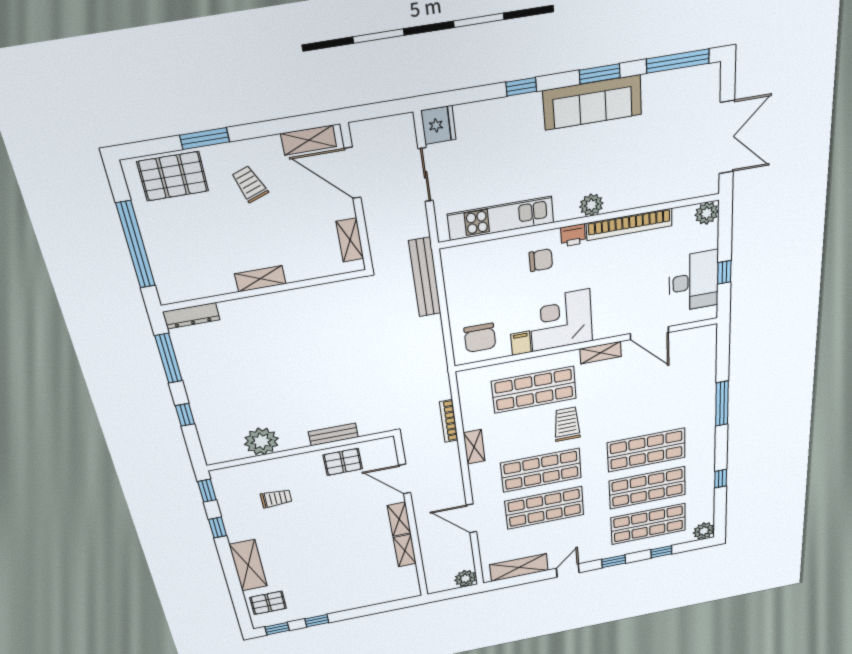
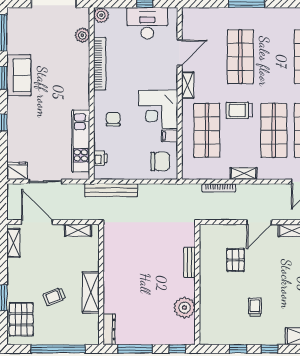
sofa: (592, 103) -> (19, 75), width x0.73
door: (353, 173) -> (37, 222), swing flipped
trolley: (250, 184) -> (54, 297), moved
plant: (591, 205) -> (82, 35), moved
printer: (573, 235) -> (100, 158), moved
shelving: (260, 279) -> (91, 292), width x1.50, depth x1.33
bench: (333, 434) -> (189, 262), moved
plant: (261, 441) -> (184, 308), moved
shop shelf: (646, 450) -> (240, 57), moved
wall: (301, 451) -> (197, 285), moved

